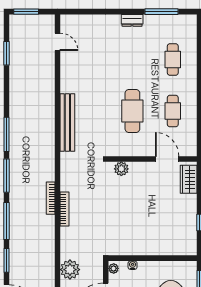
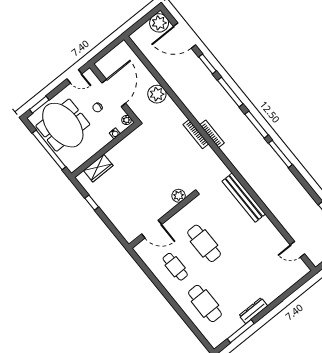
dresser: (132, 20) -> (253, 311), width x1.44
cafe table: (173, 60) -> (205, 303), width x1.37, depth x1.35
wardrobe: (189, 179) -> (98, 168), moved, turned 90

